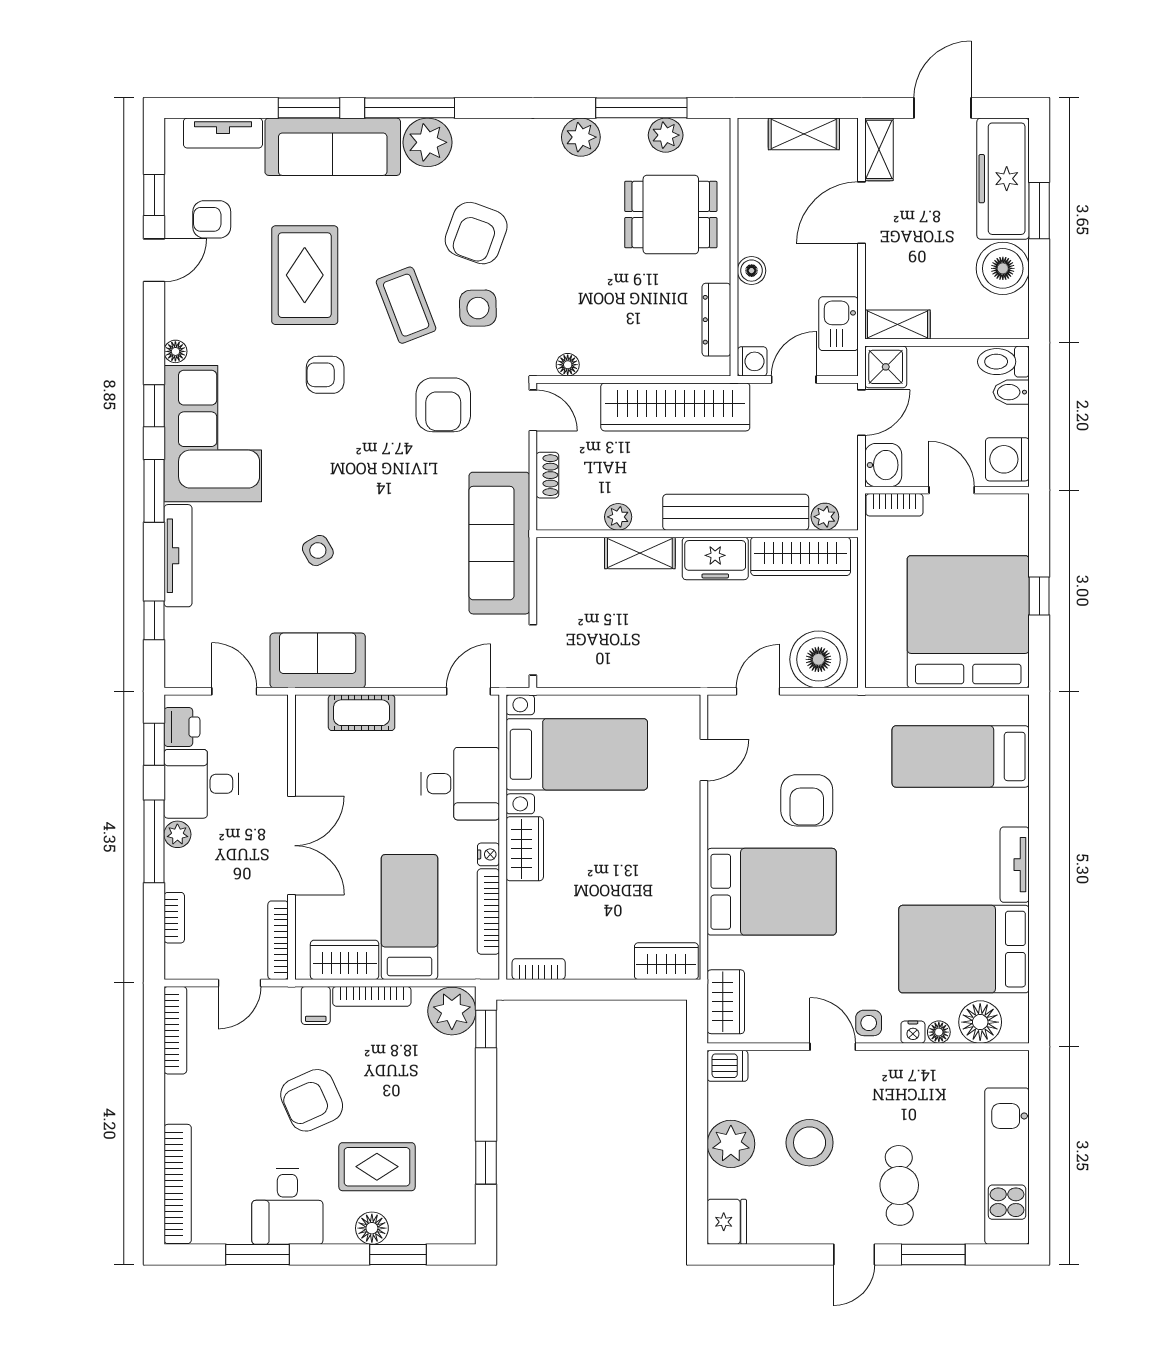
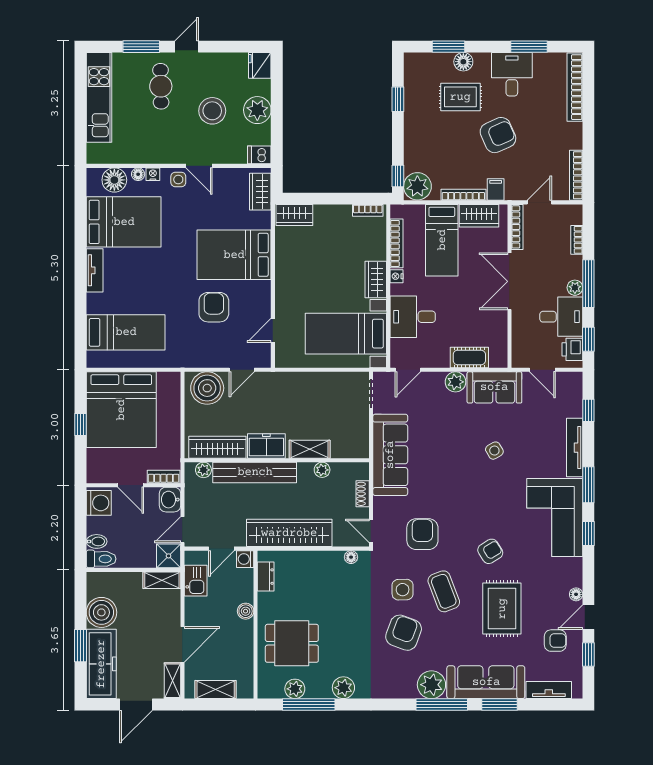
dresser: (716, 320) -> (266, 577), width x0.70
floor lamp: (175, 351) -> (576, 594), moved
armchair: (325, 375) -> (490, 551), turned -32
plant: (386, 670) -> (455, 382), added

